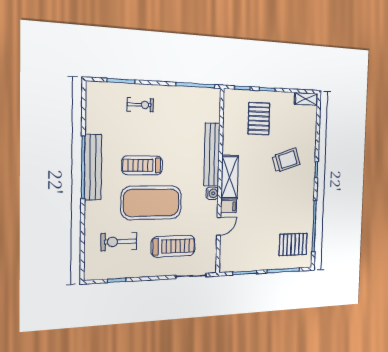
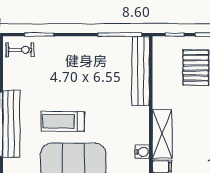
exercise bike: (140, 105) -> (20, 50), moved
bench: (212, 155) -> (141, 71), moved

